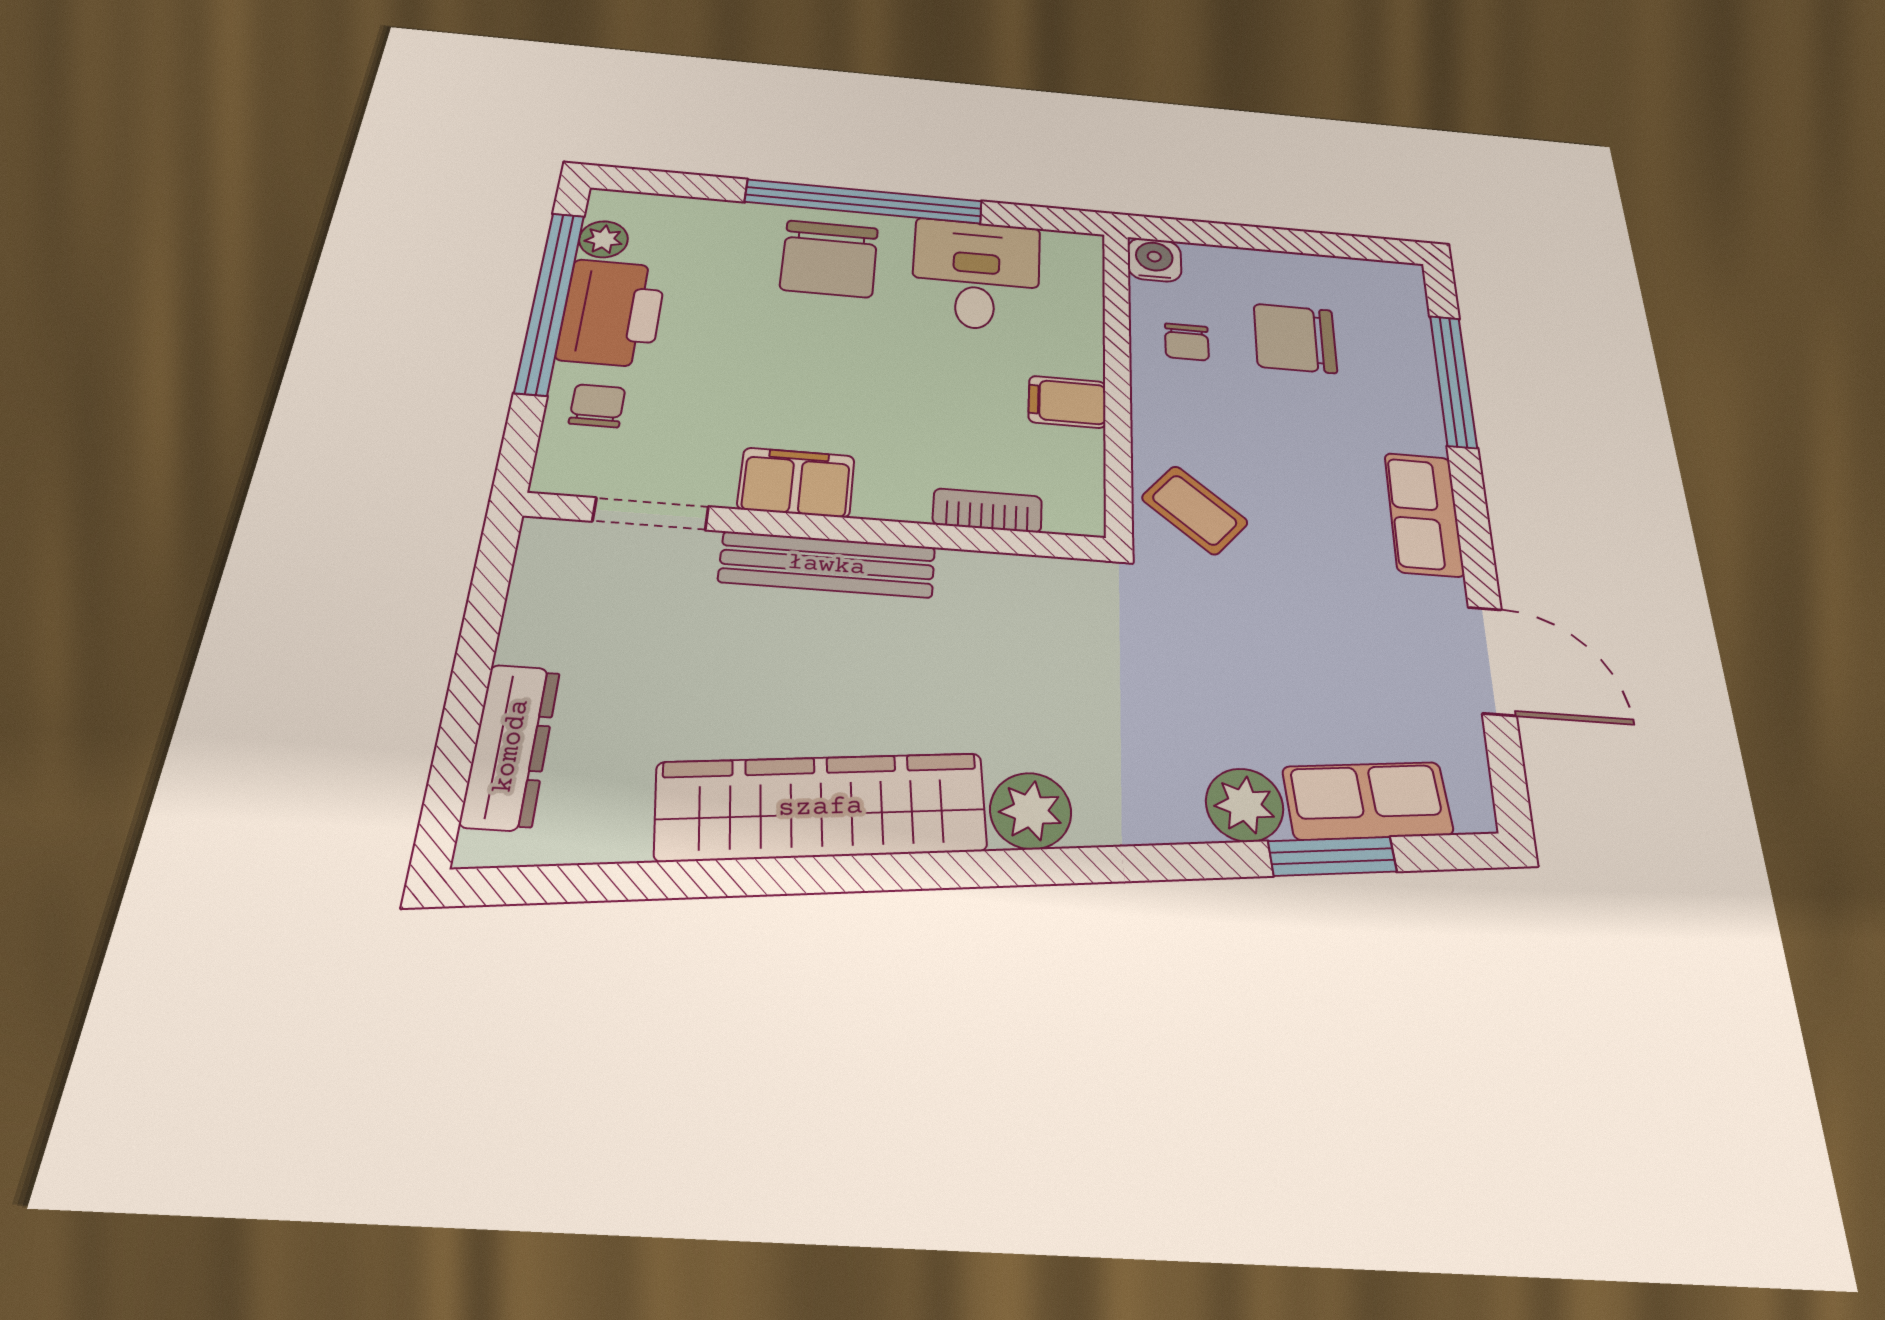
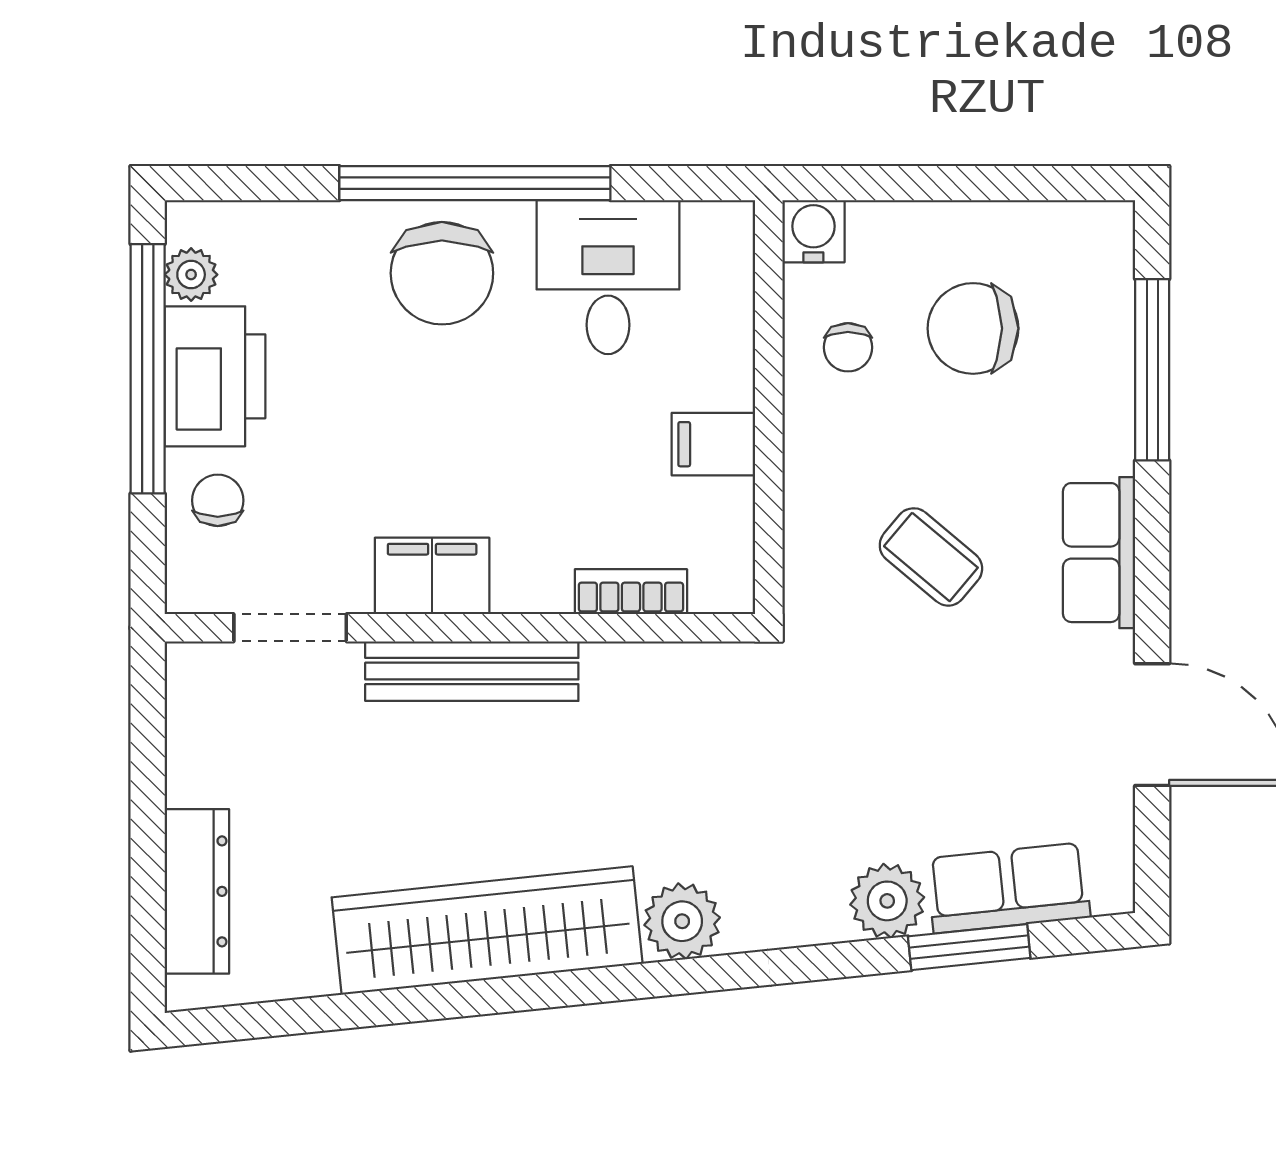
coffee table: (1195, 510) -> (931, 557), moved

